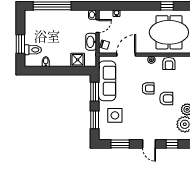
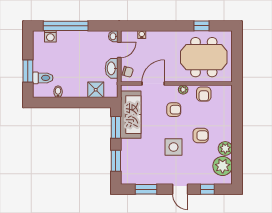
washing machine: (39, 15) -> (50, 36), added
armchair: (148, 88) -> (174, 110), moved
side table: (115, 115) -> (174, 147), moved

